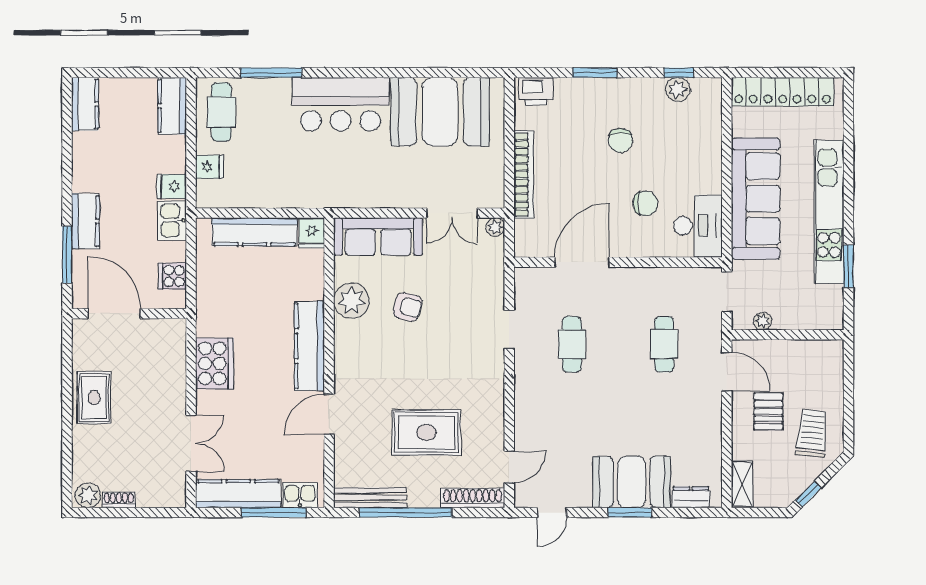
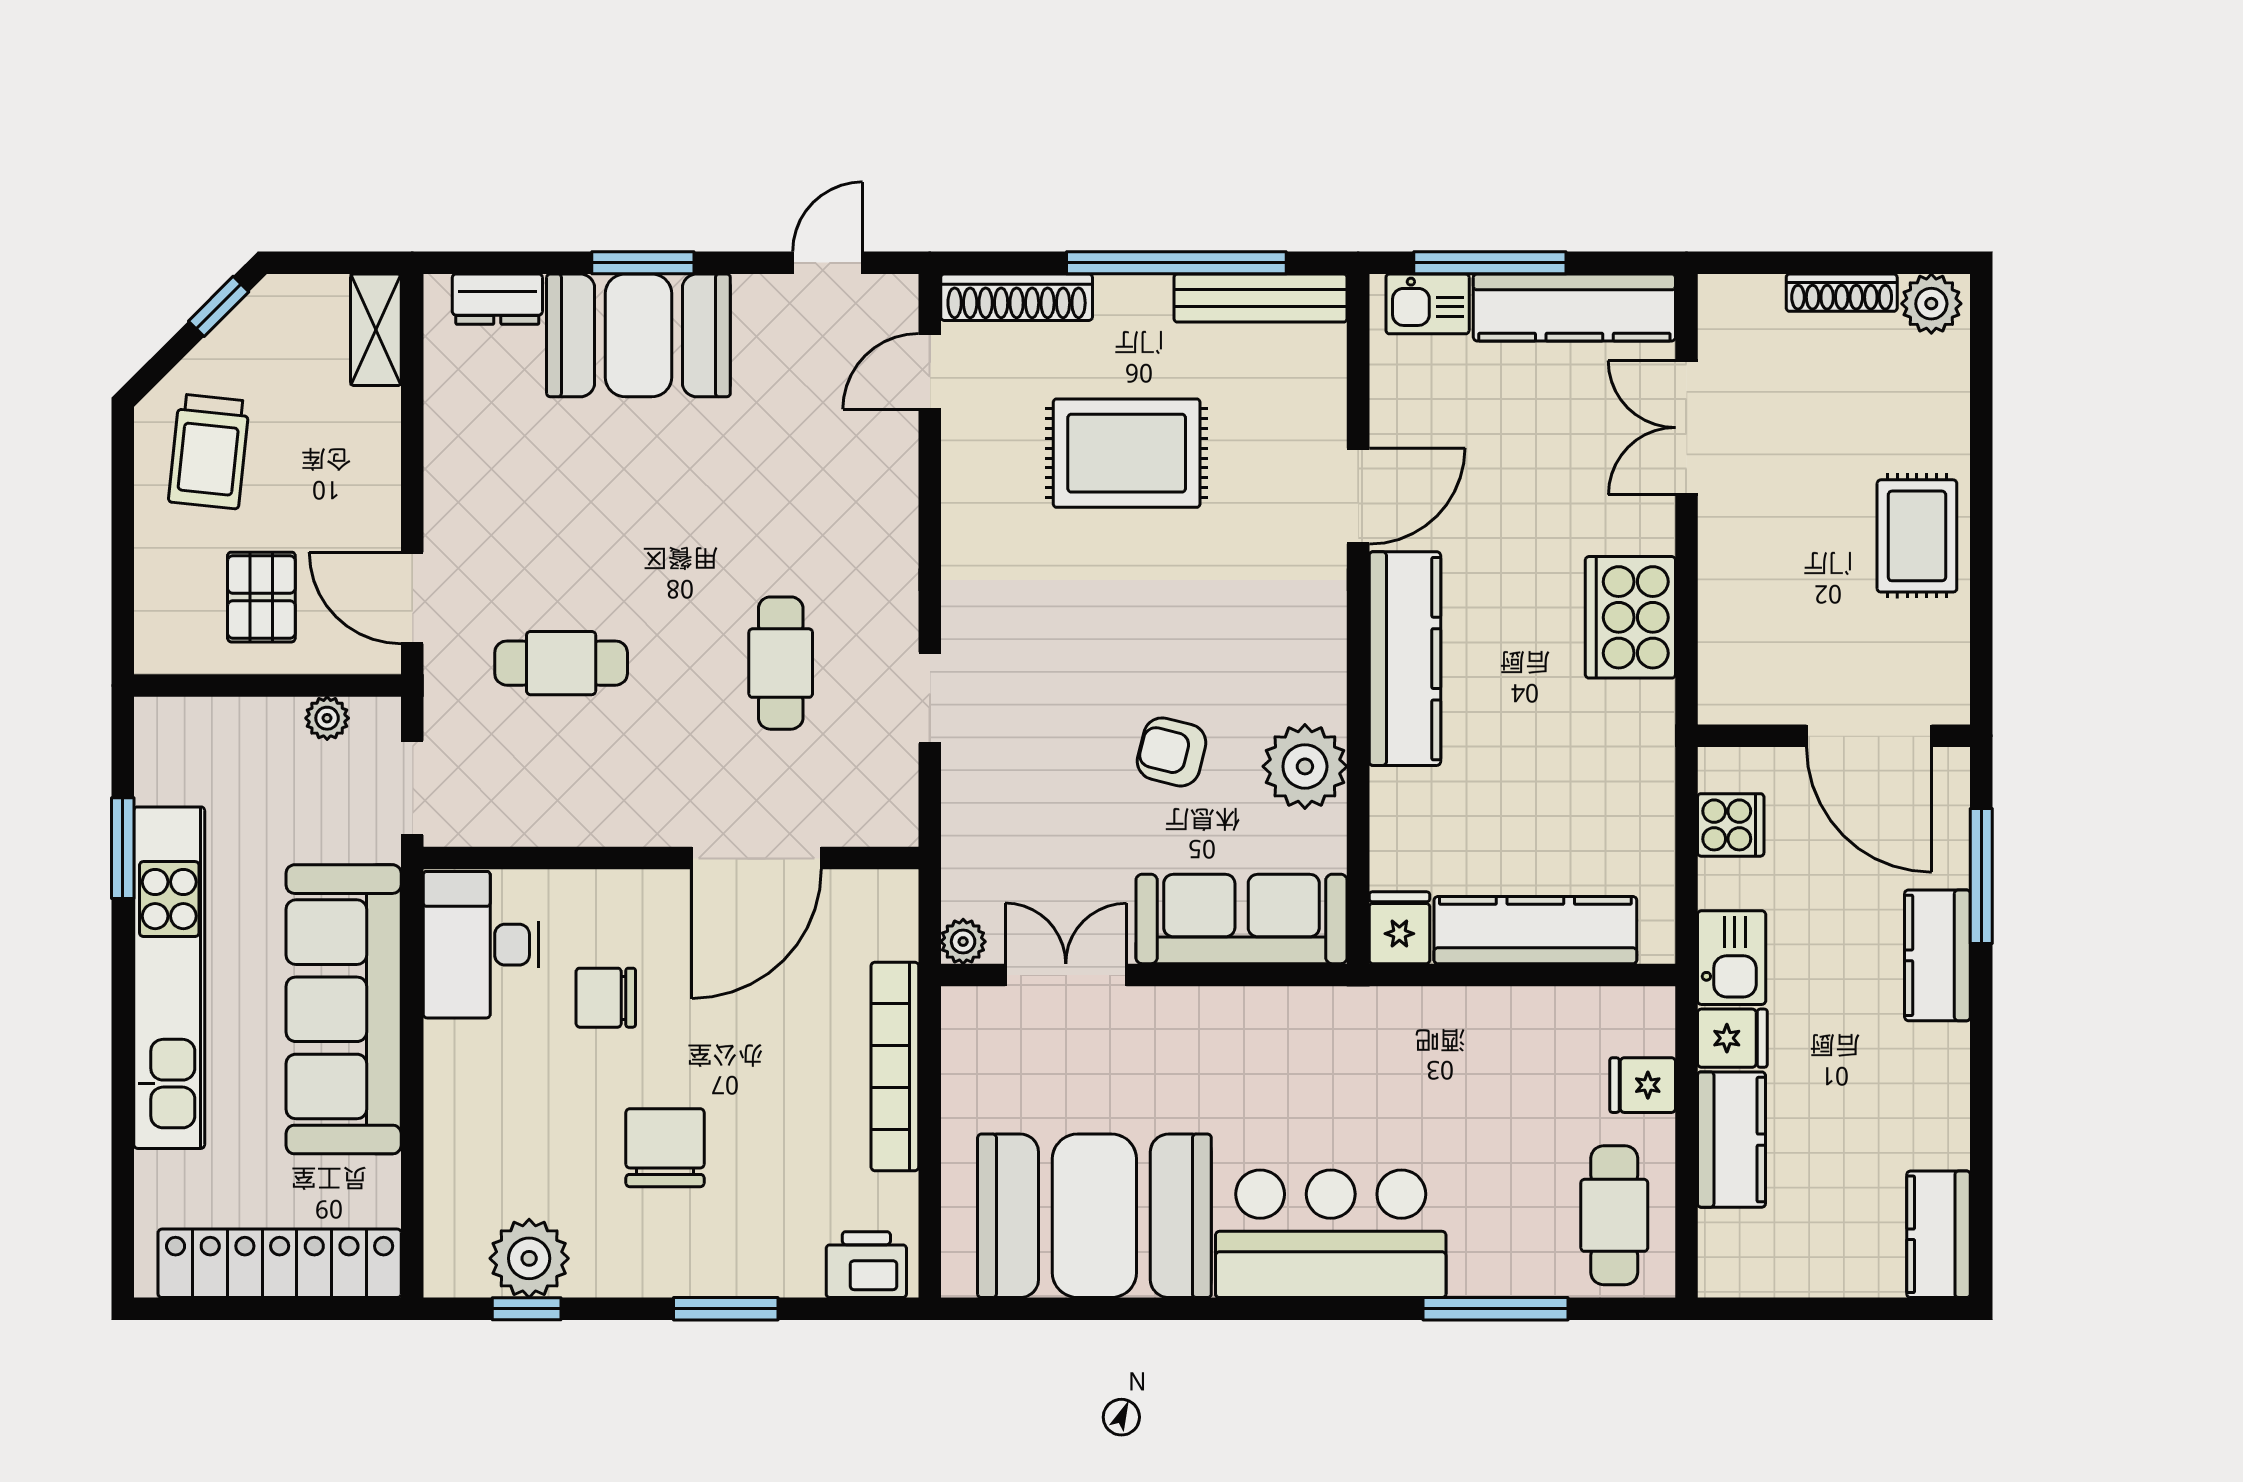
plant: (678, 89) -> (529, 1258), width x1.36, depth x1.36
kitchen counter: (172, 106) -> (1731, 1140), moved
chair: (620, 140) -> (665, 1148), width x1.37, depth x1.37
cafe table: (664, 344) -> (561, 663), turned 90
pallet: (768, 411) -> (261, 597), moved
shoe rack: (119, 500) -> (1842, 293), width x1.43

